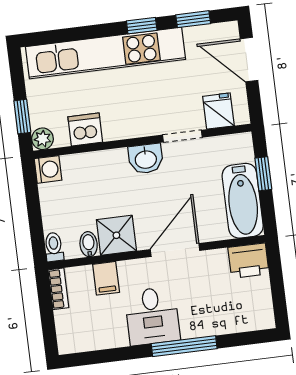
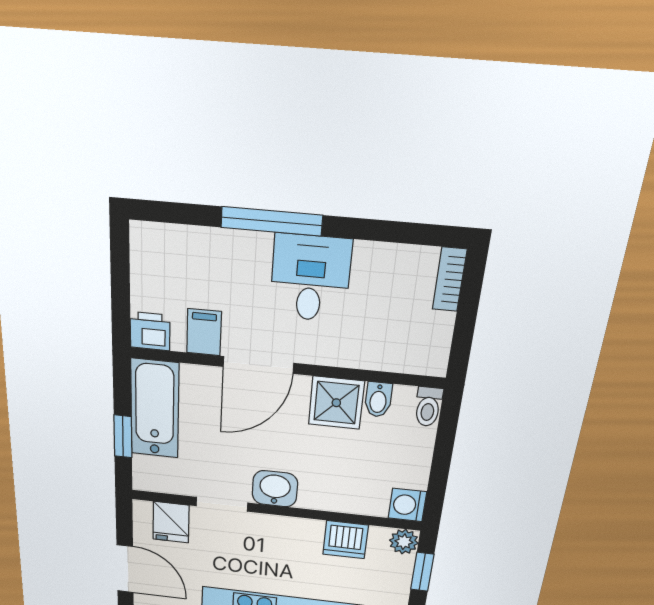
printer: (248, 261) -> (150, 331), width x0.73, depth x0.81
filing cabinet: (106, 278) -> (204, 332), moved
bookcase: (58, 289) -> (449, 279), moved

